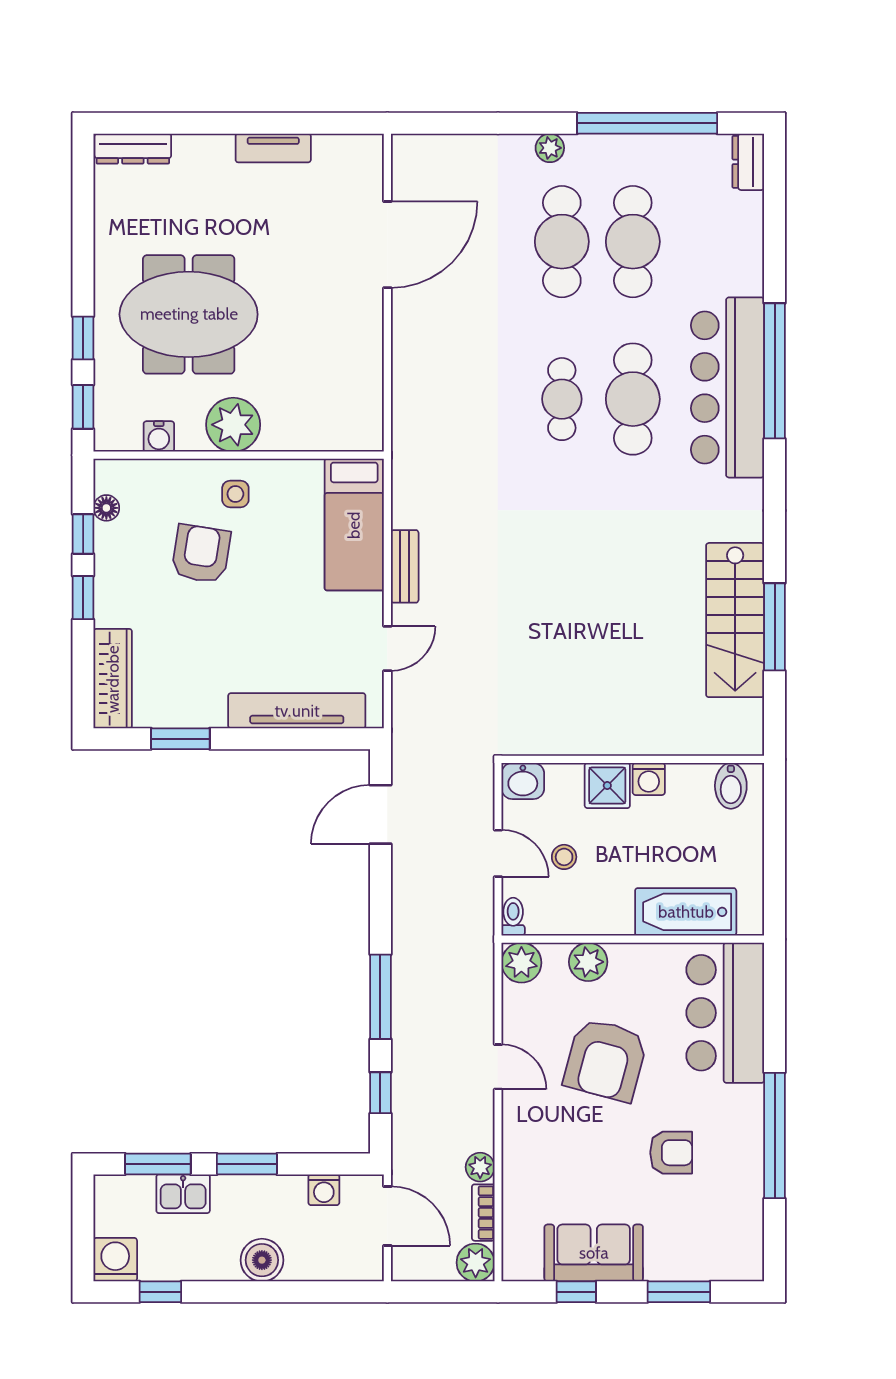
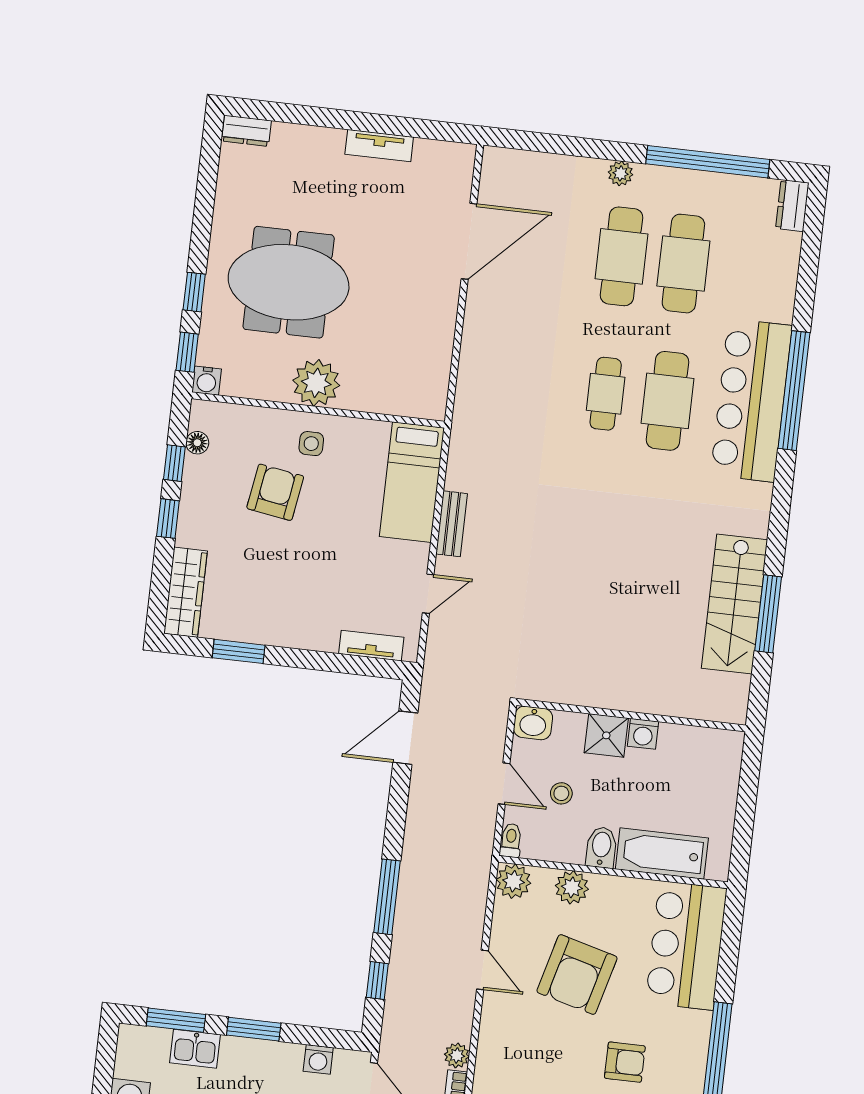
dresser: (133, 149) -> (246, 131), width x0.70
water cooler: (159, 436) -> (207, 381), moved
tv unit: (297, 711) -> (371, 646), width x0.52, depth x0.78
bidet: (731, 786) -> (601, 847), moved, turned 180

